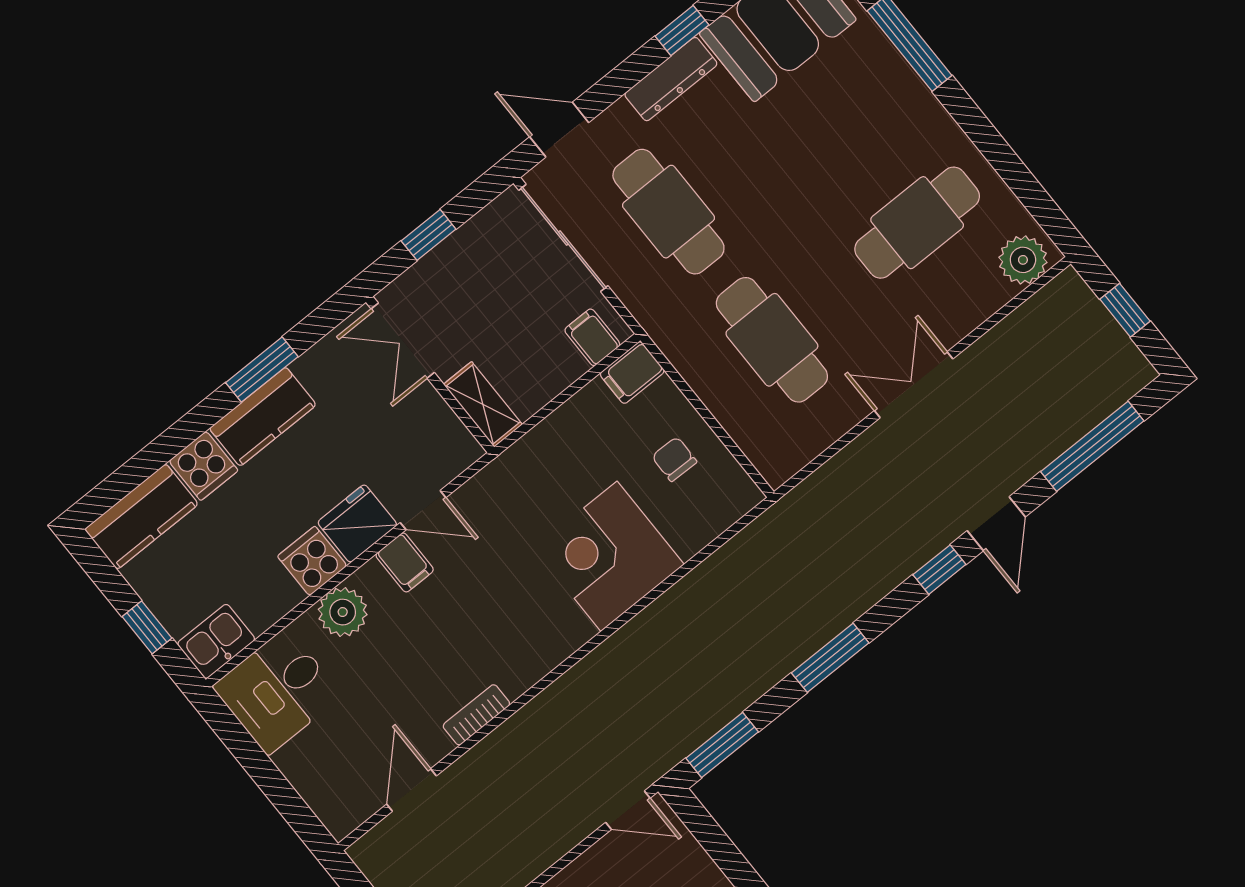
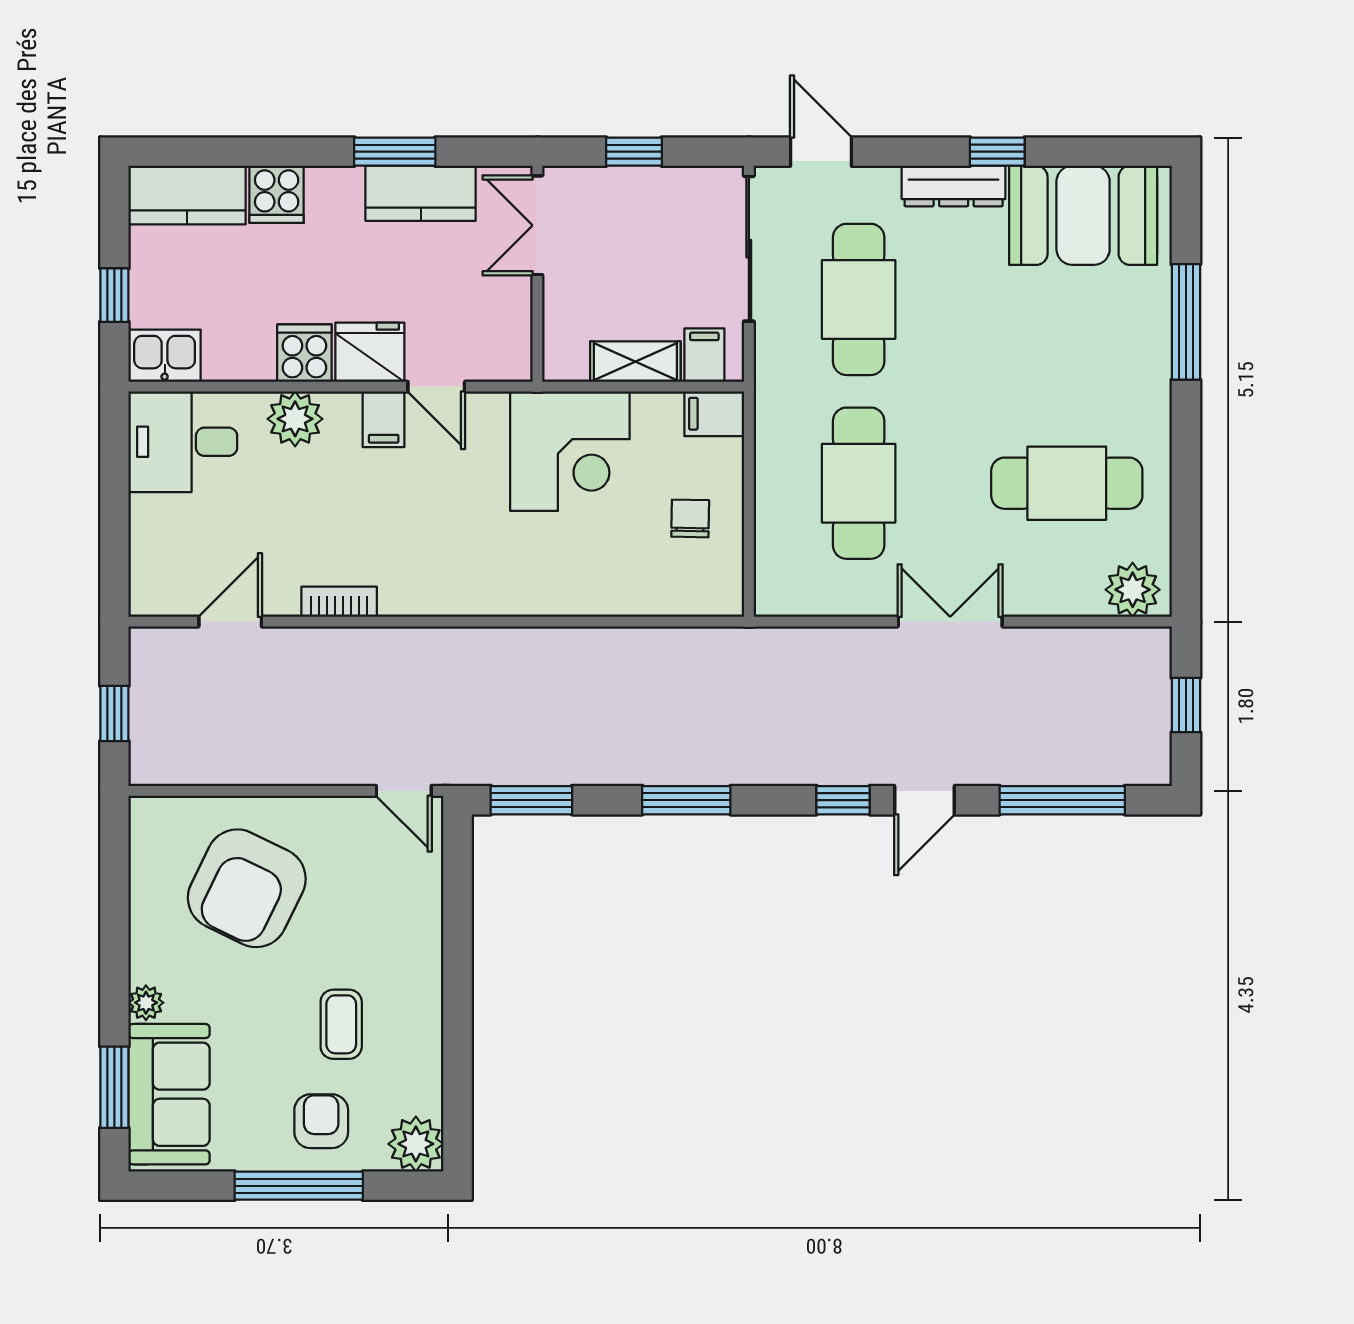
shelving: (483, 404) -> (635, 362), moved, turned 90
kitchen counter: (263, 417) -> (421, 193), moved
corner desk: (609, 556) -> (570, 451), moved, turned 180

